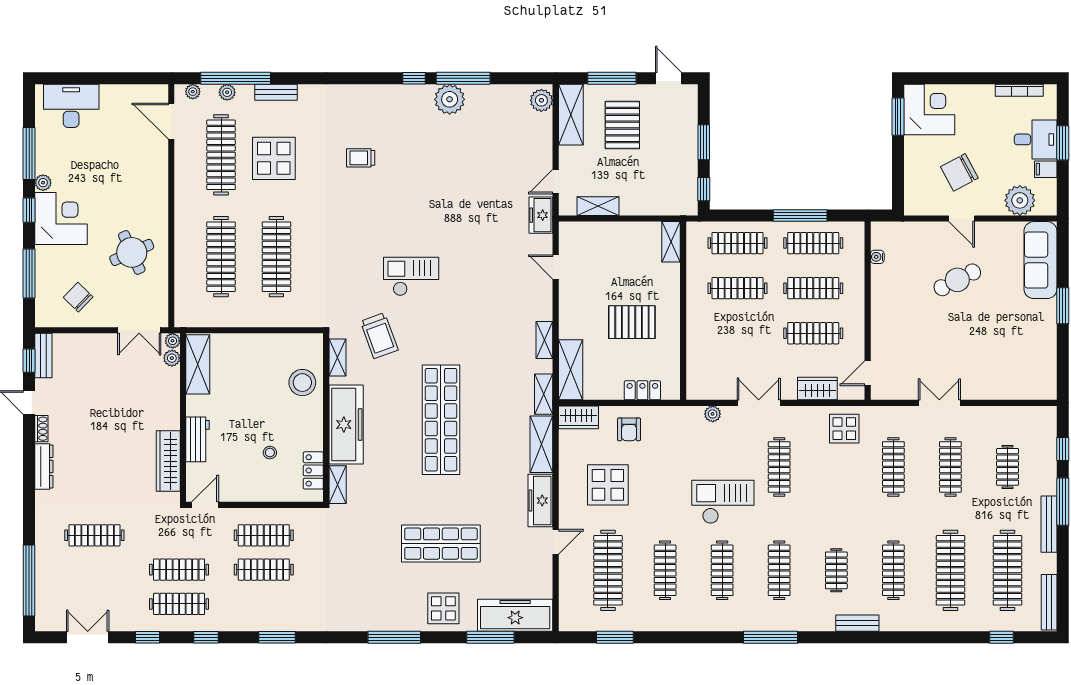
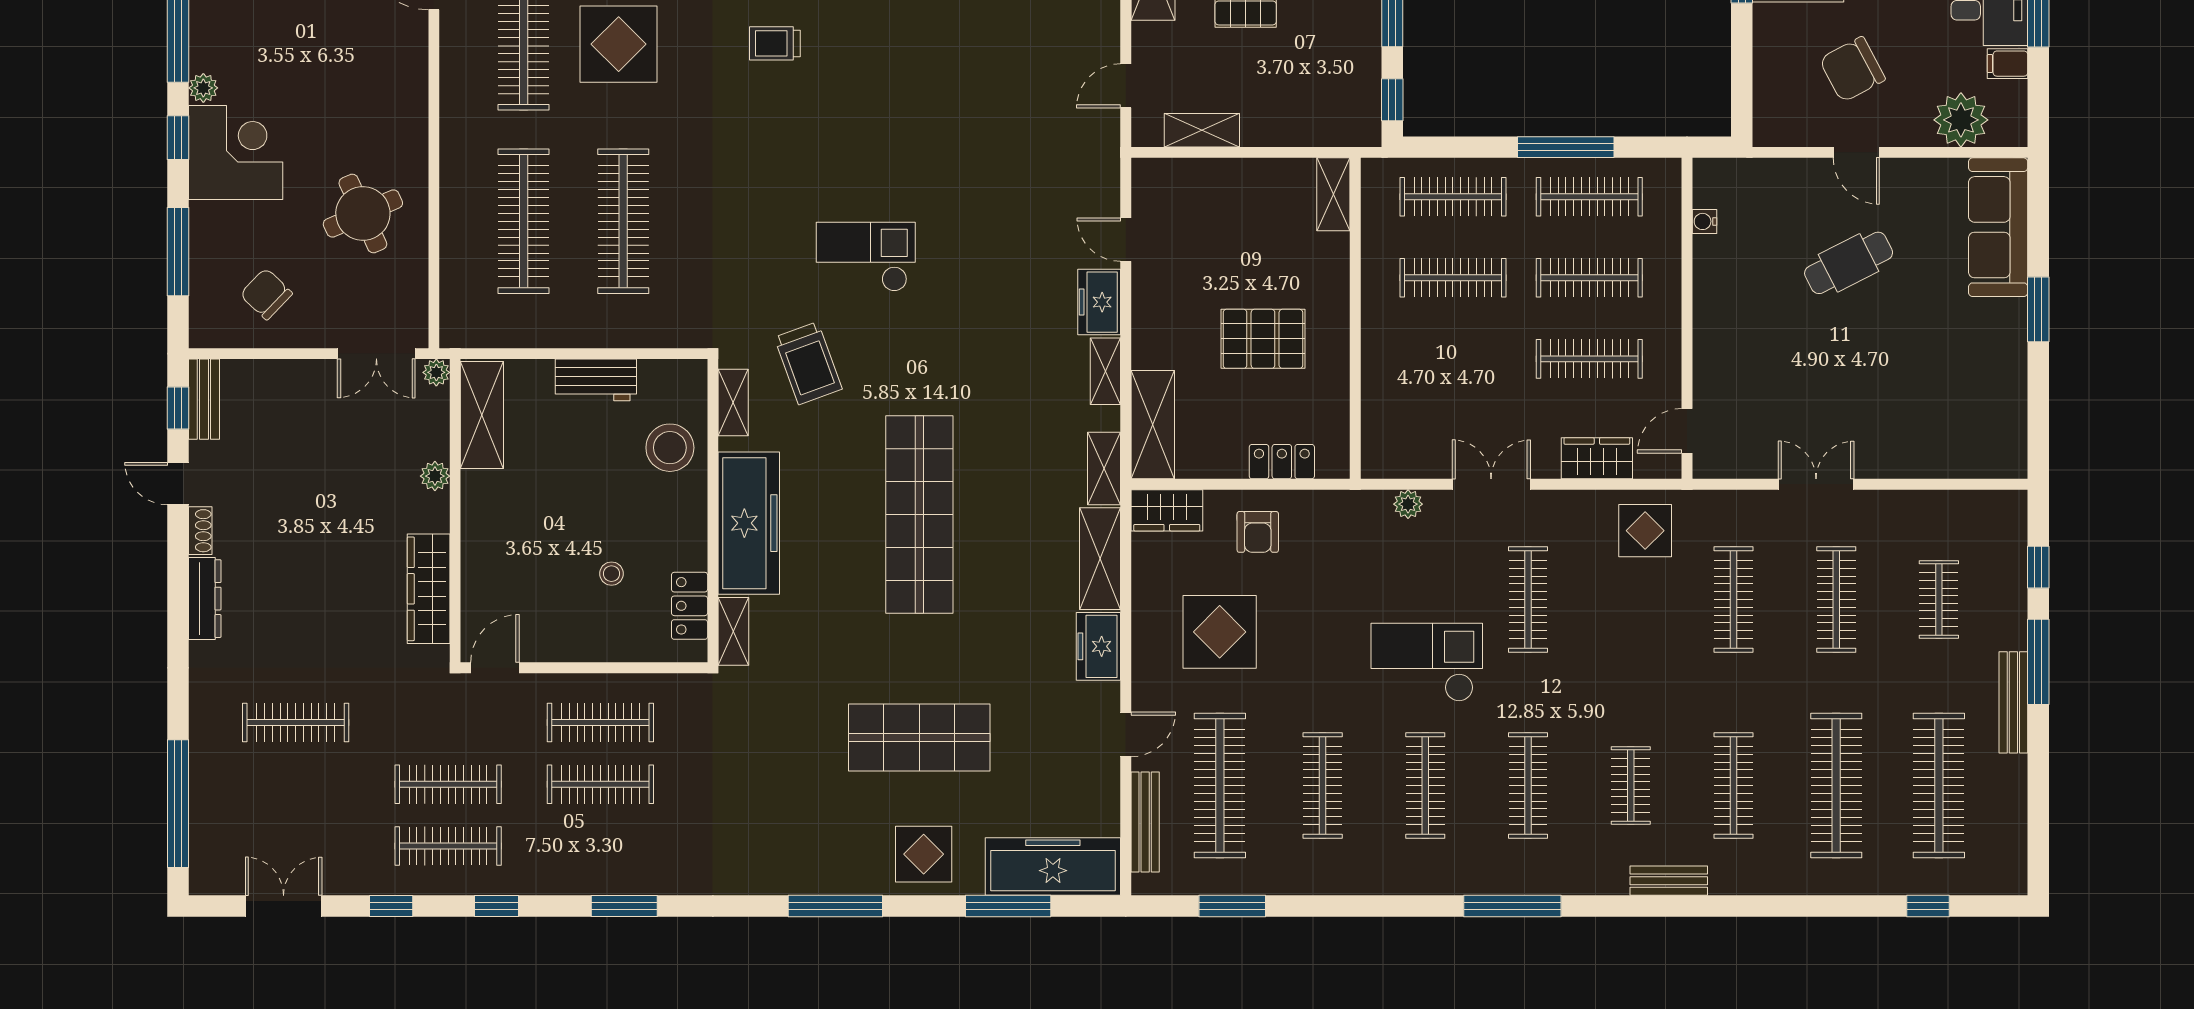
freezer: (541, 215) -> (1099, 302), moved
plant: (172, 358) -> (435, 476), moved
workbench: (198, 439) -> (596, 380), moved, turned 90
freezer: (540, 501) -> (1098, 646), width x0.71
bench: (1049, 602) -> (1145, 822), moved

